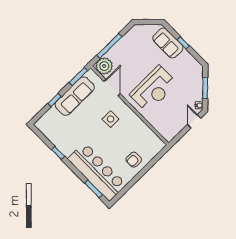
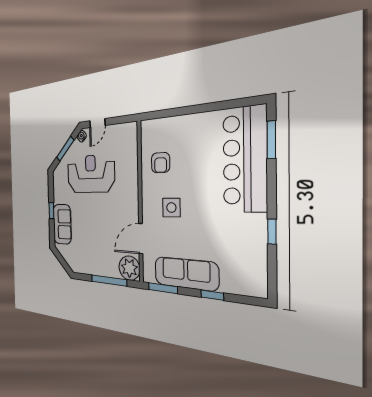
reception desk: (153, 89) -> (91, 174), moved
armchair: (134, 160) -> (161, 163), moved, turned 90

